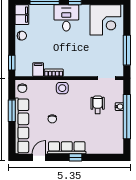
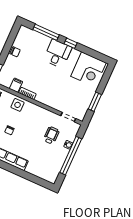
filing cabinet: (22, 15) -> (23, 35), removed
window: (127, 50) -> (95, 102), width x0.69
side table: (62, 88) -> (18, 105), moved
window: (76, 157) -> (14, 170), removed

